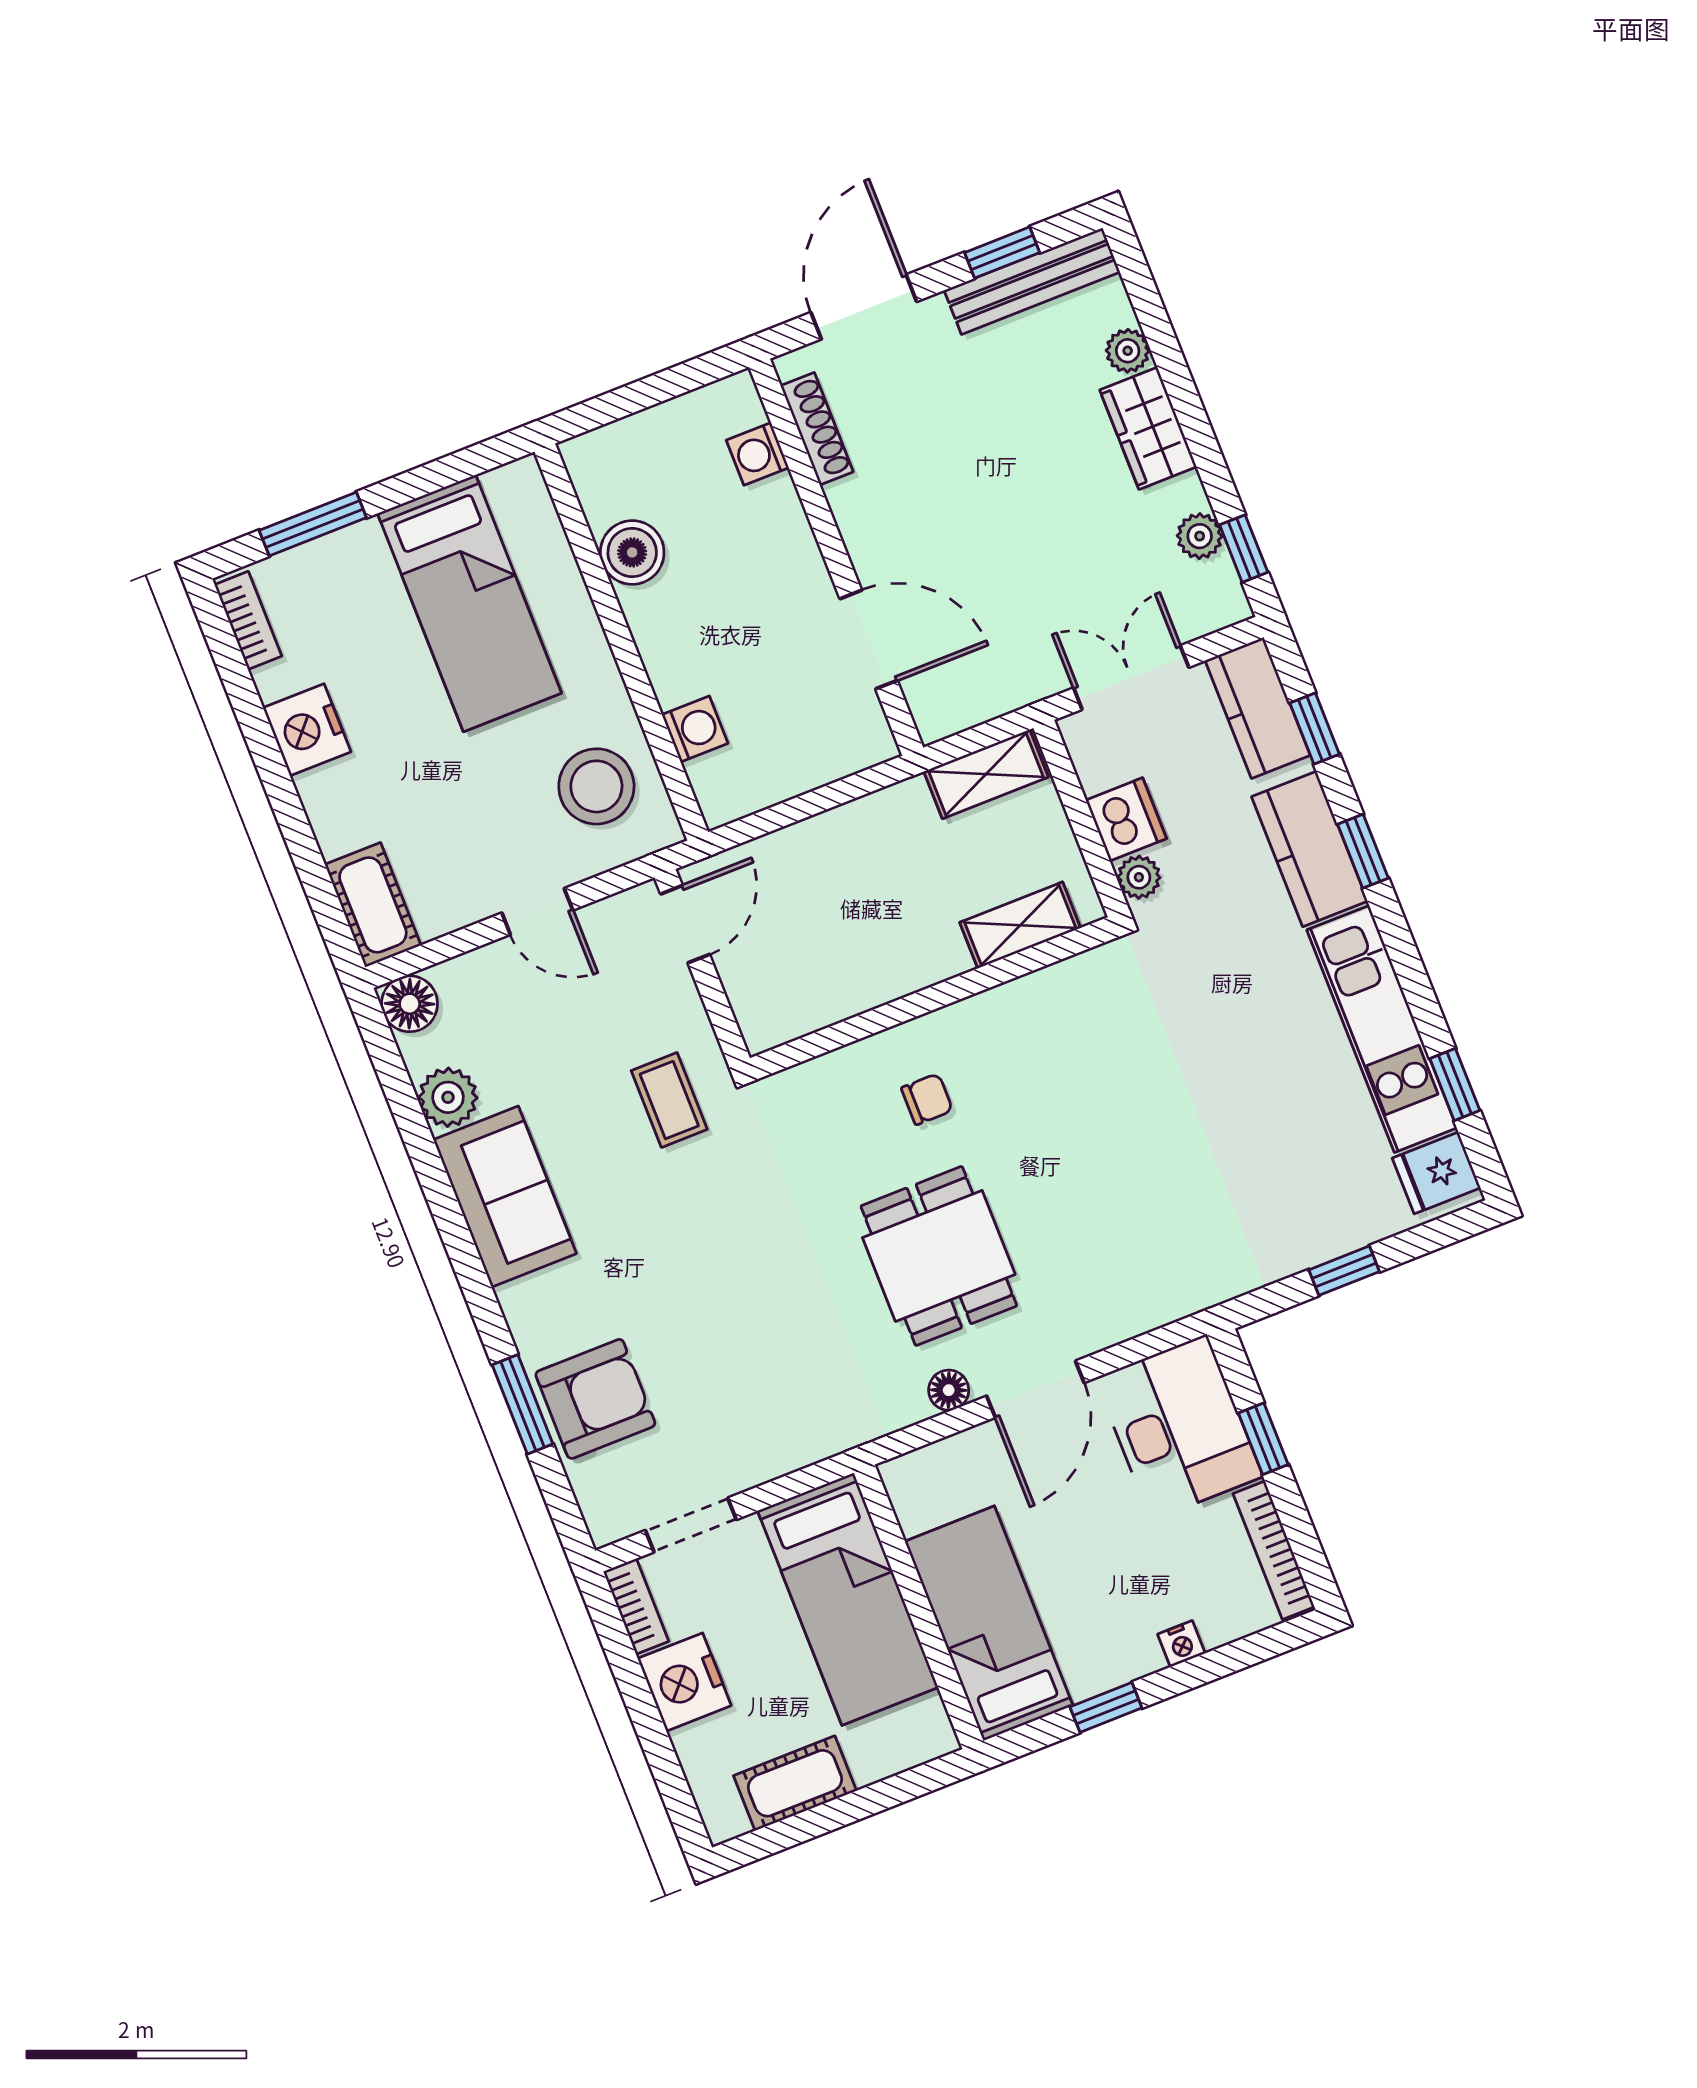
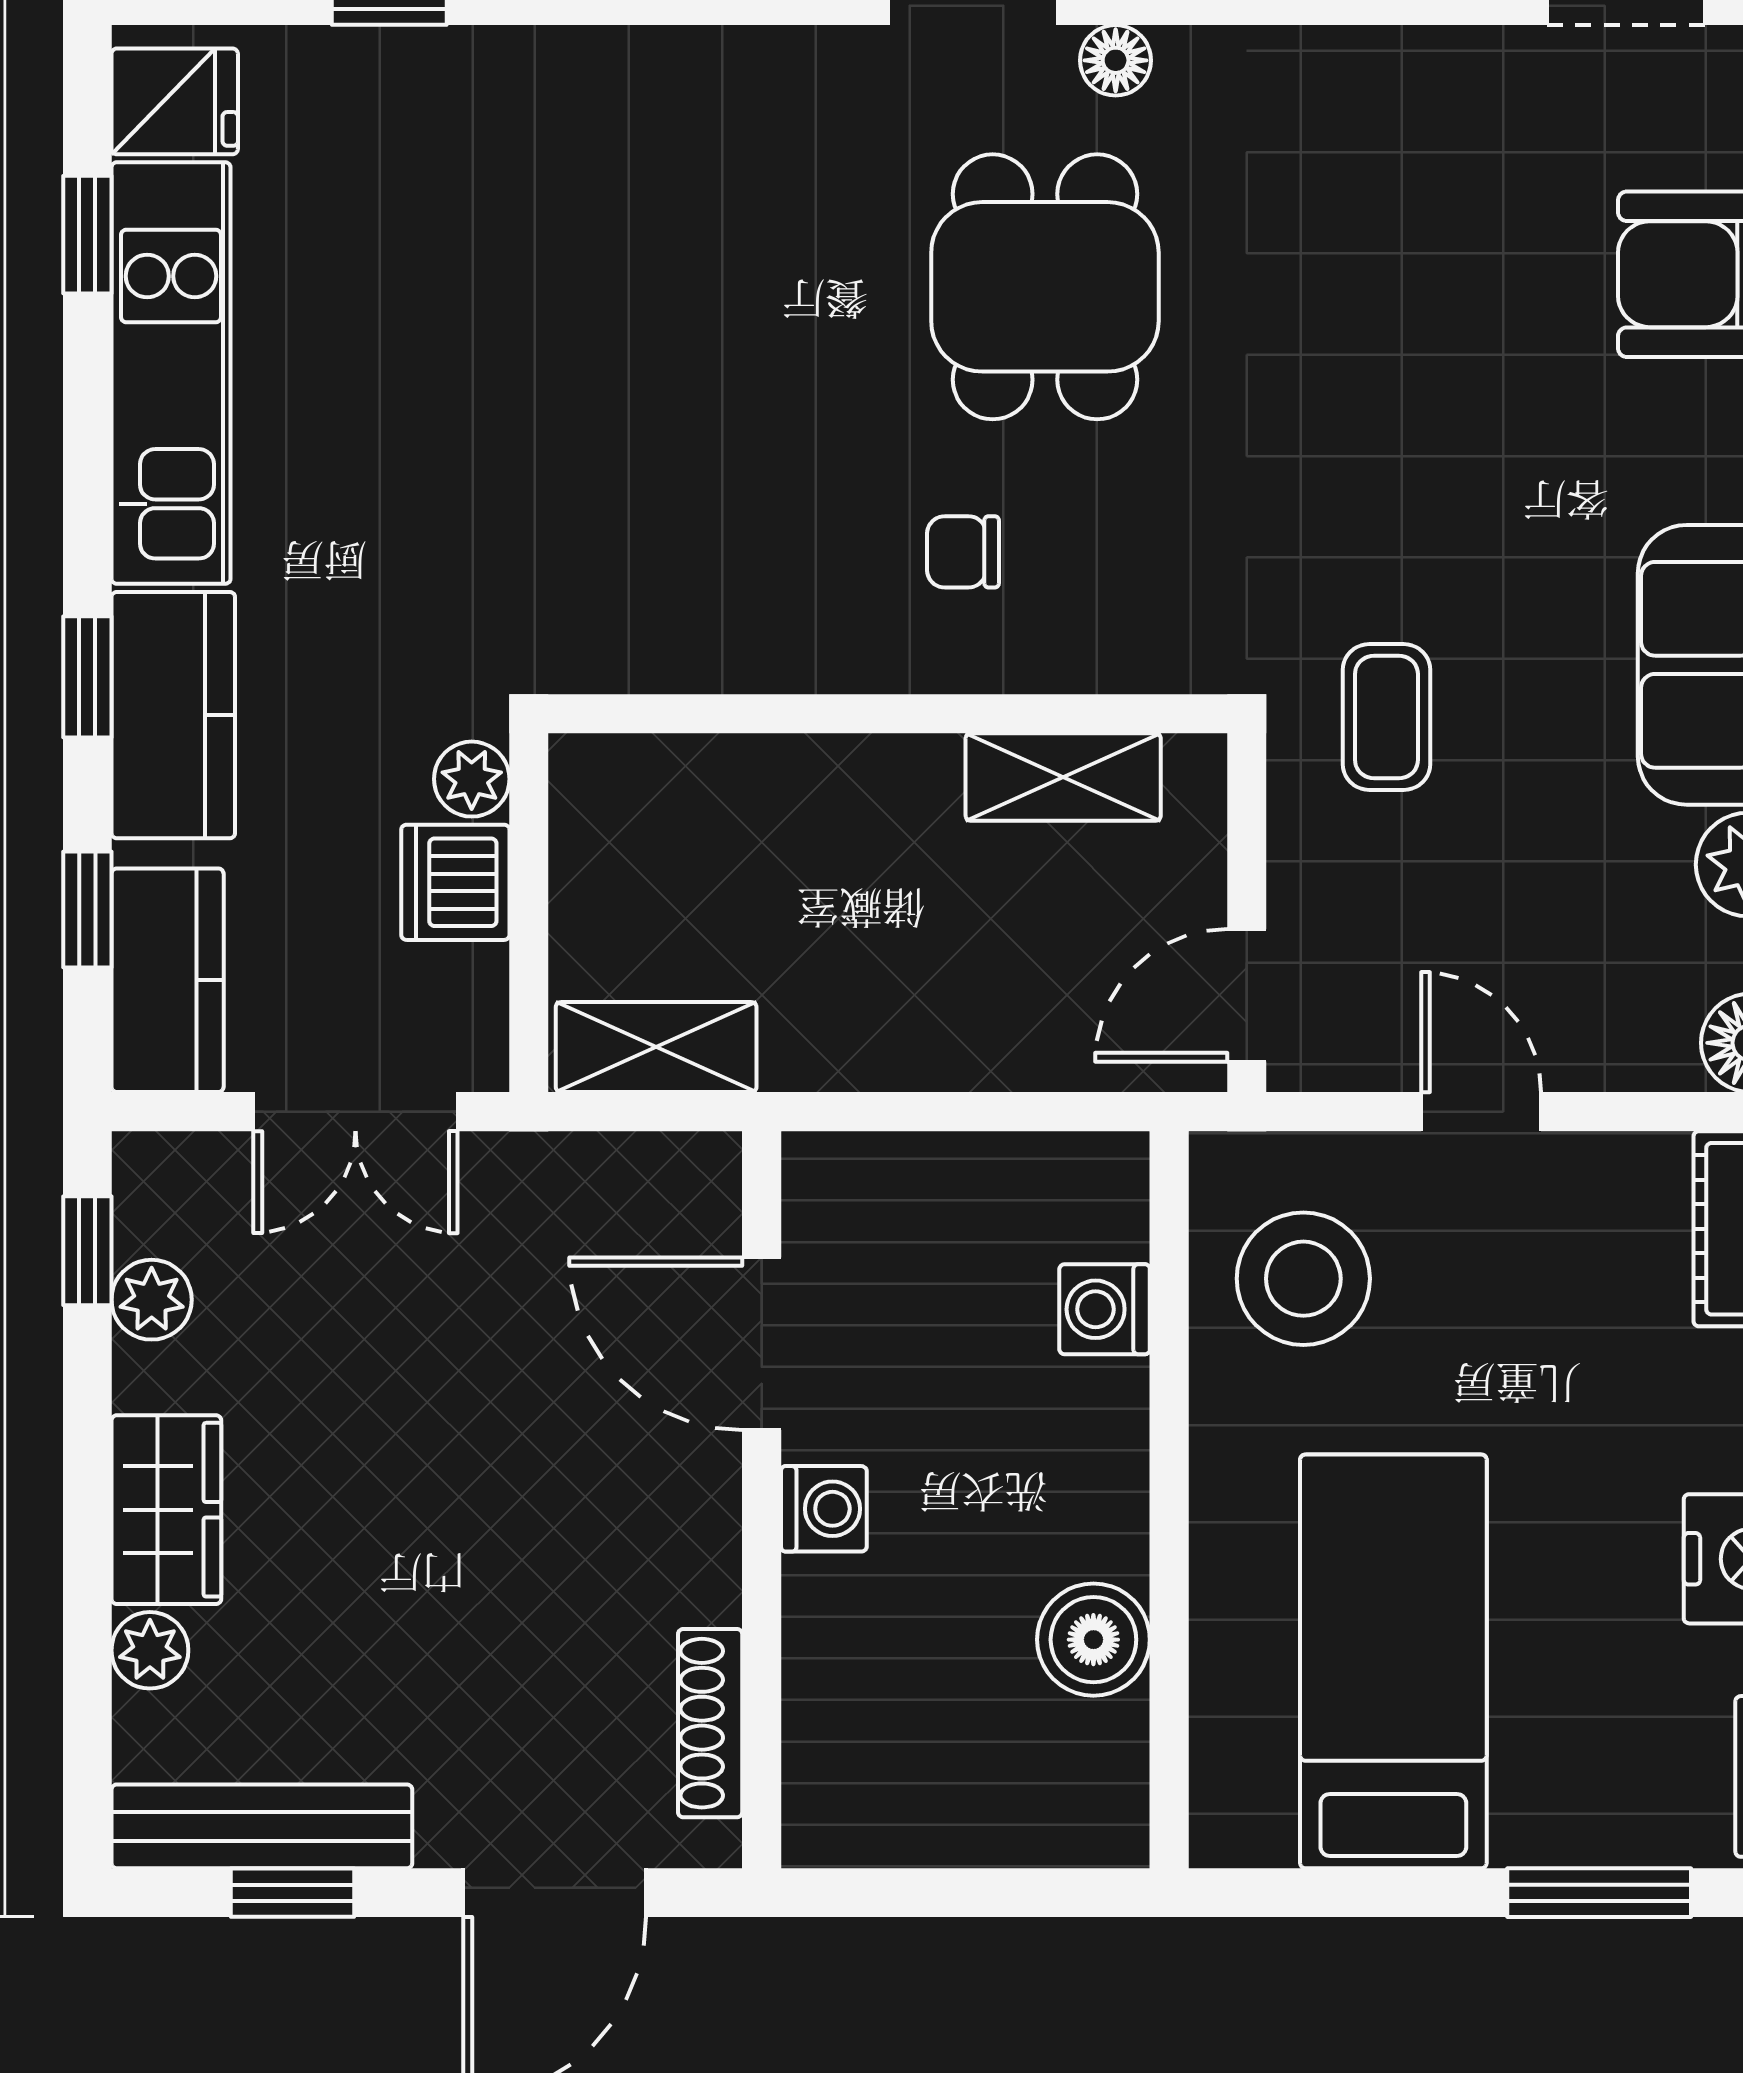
washing machine: (758, 454) -> (824, 1509), moved
shelving: (1020, 925) -> (1063, 777), moved

